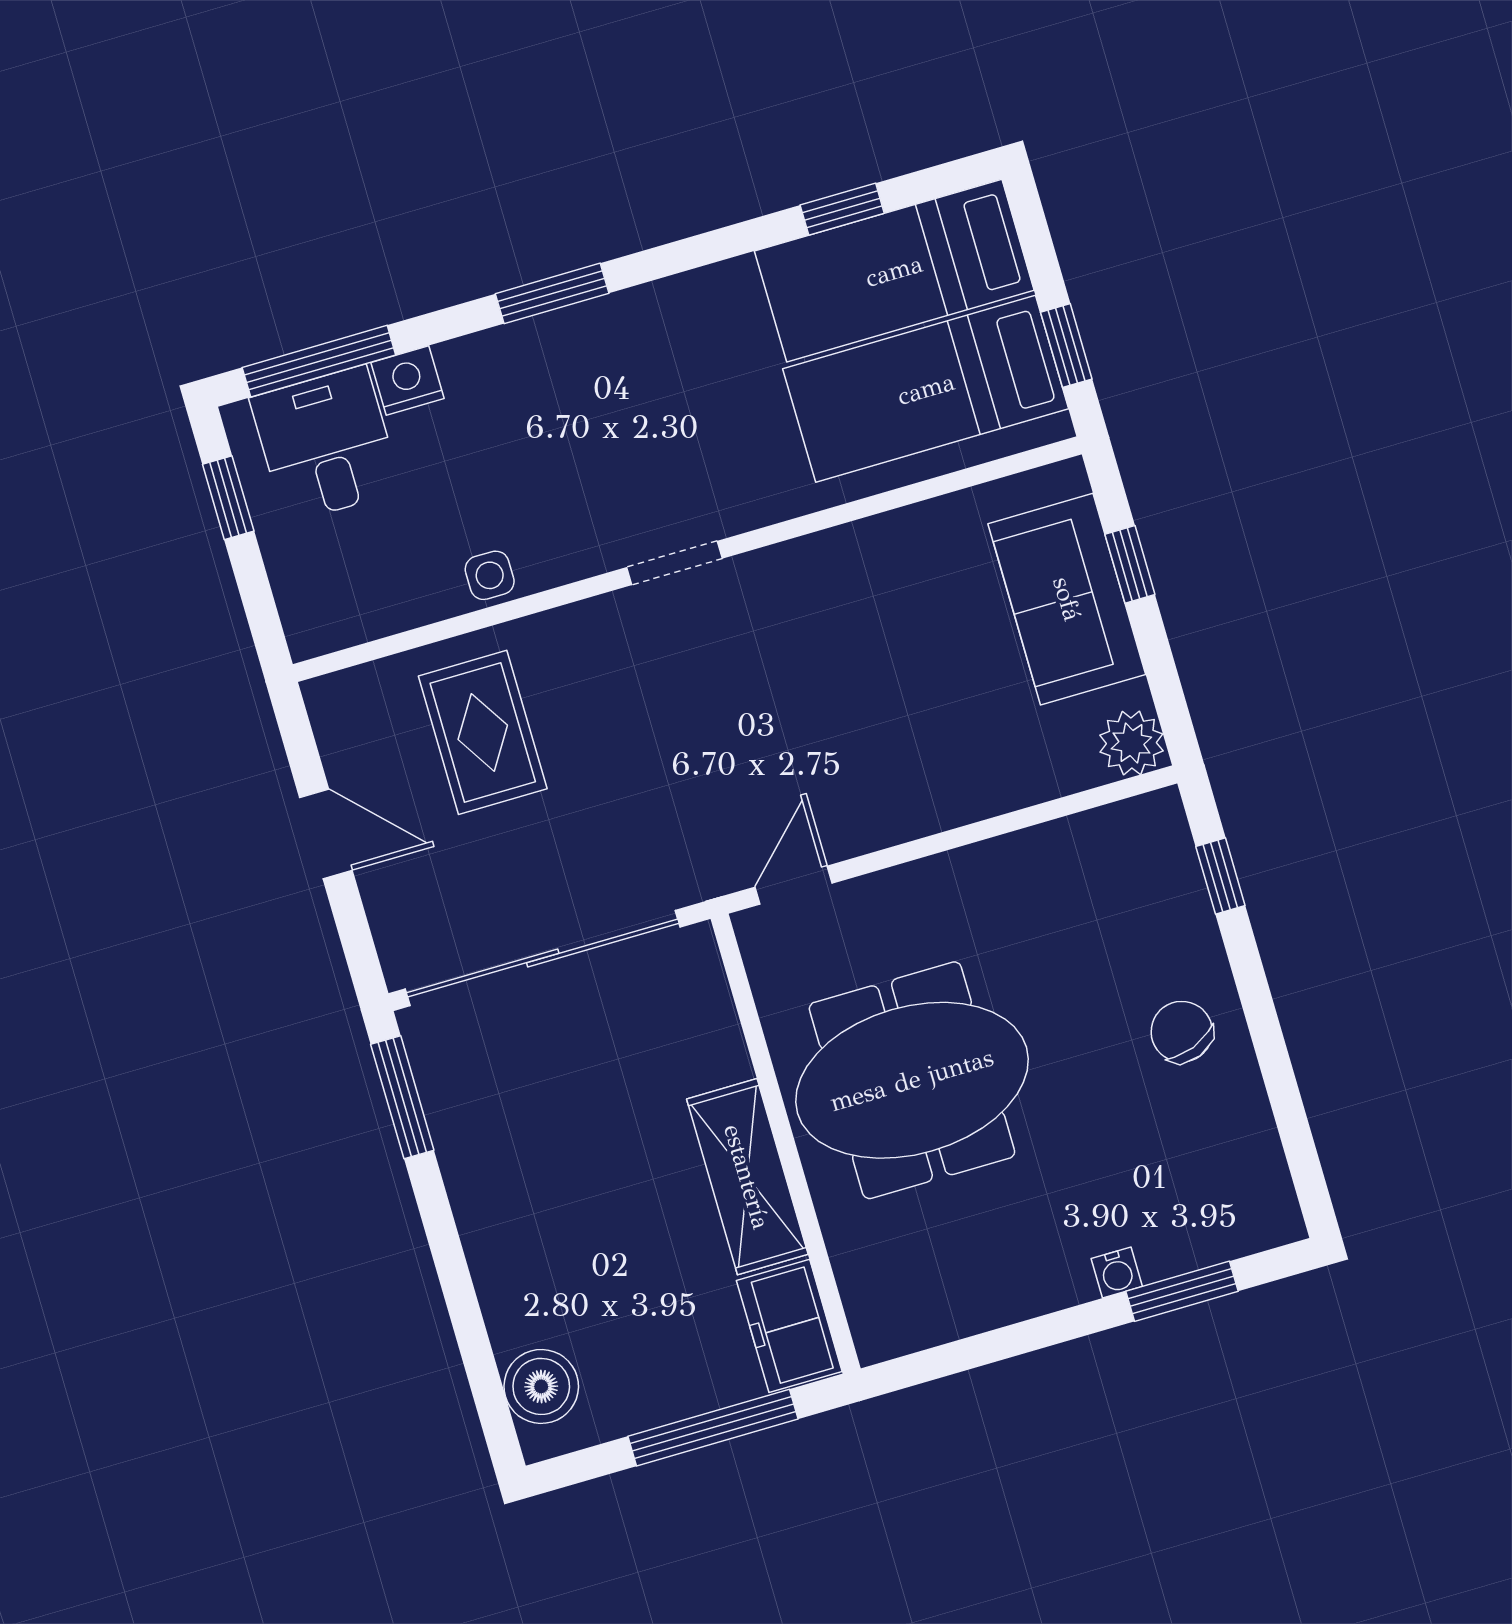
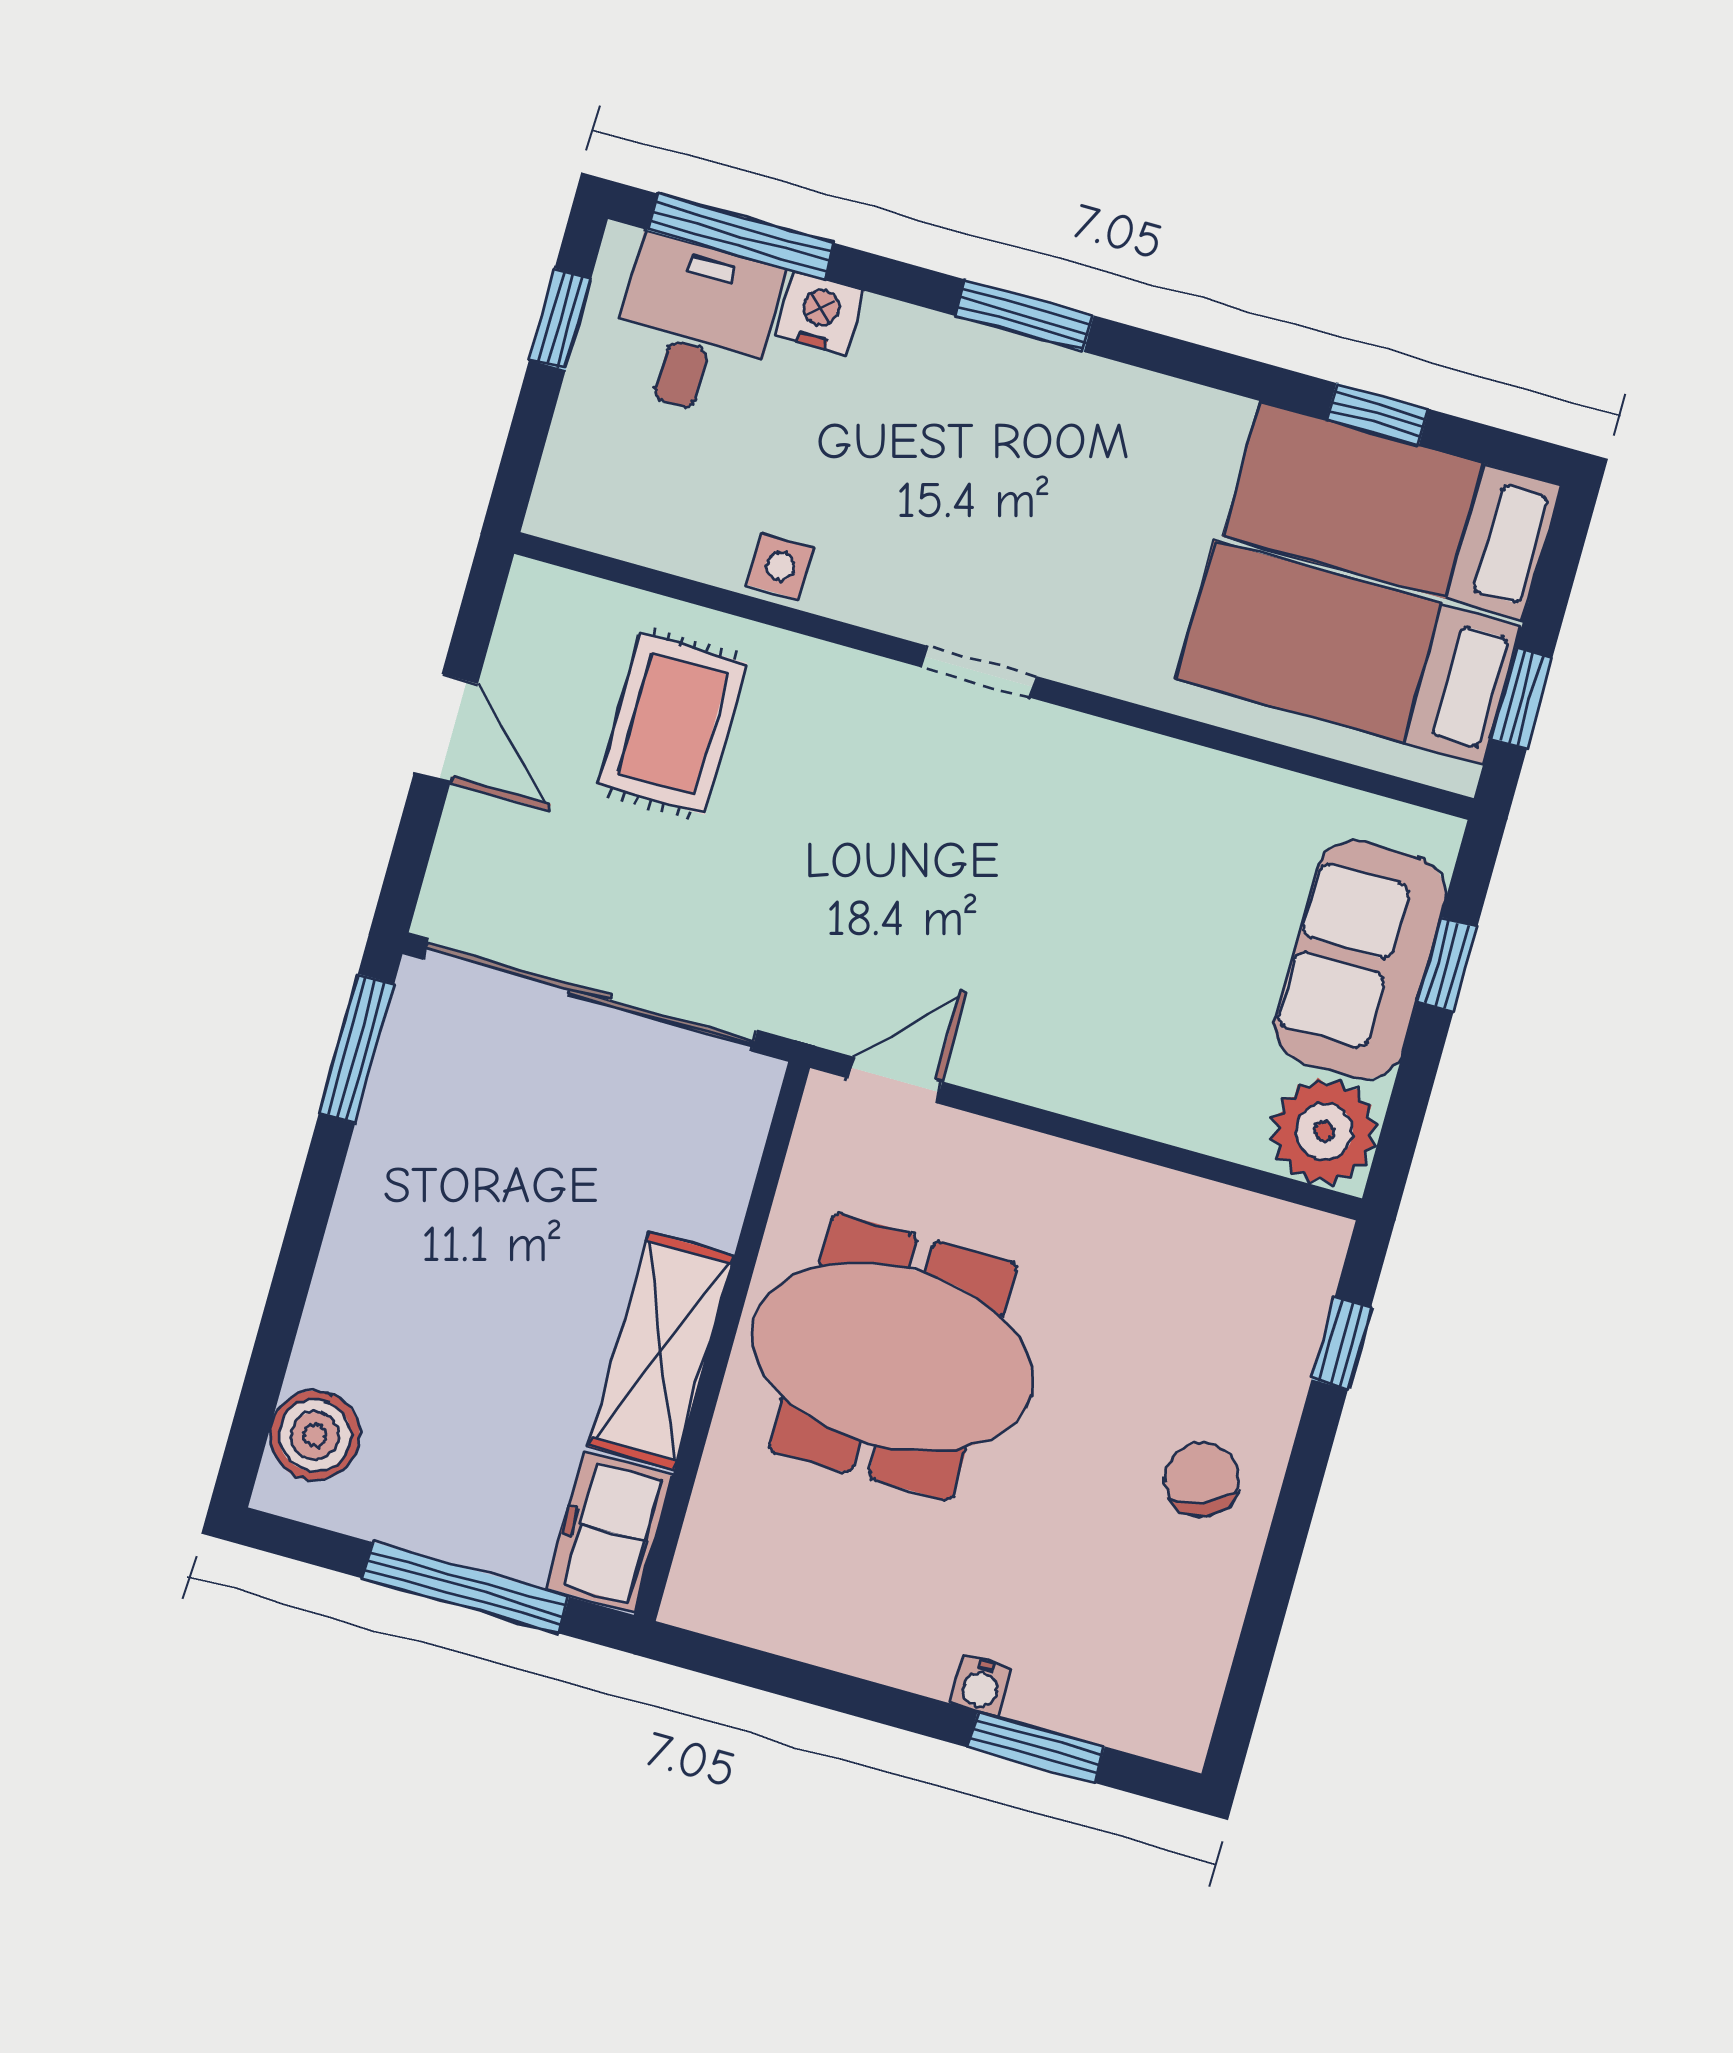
plant: (1131, 743) -> (1324, 1132), width x1.36, depth x1.36

